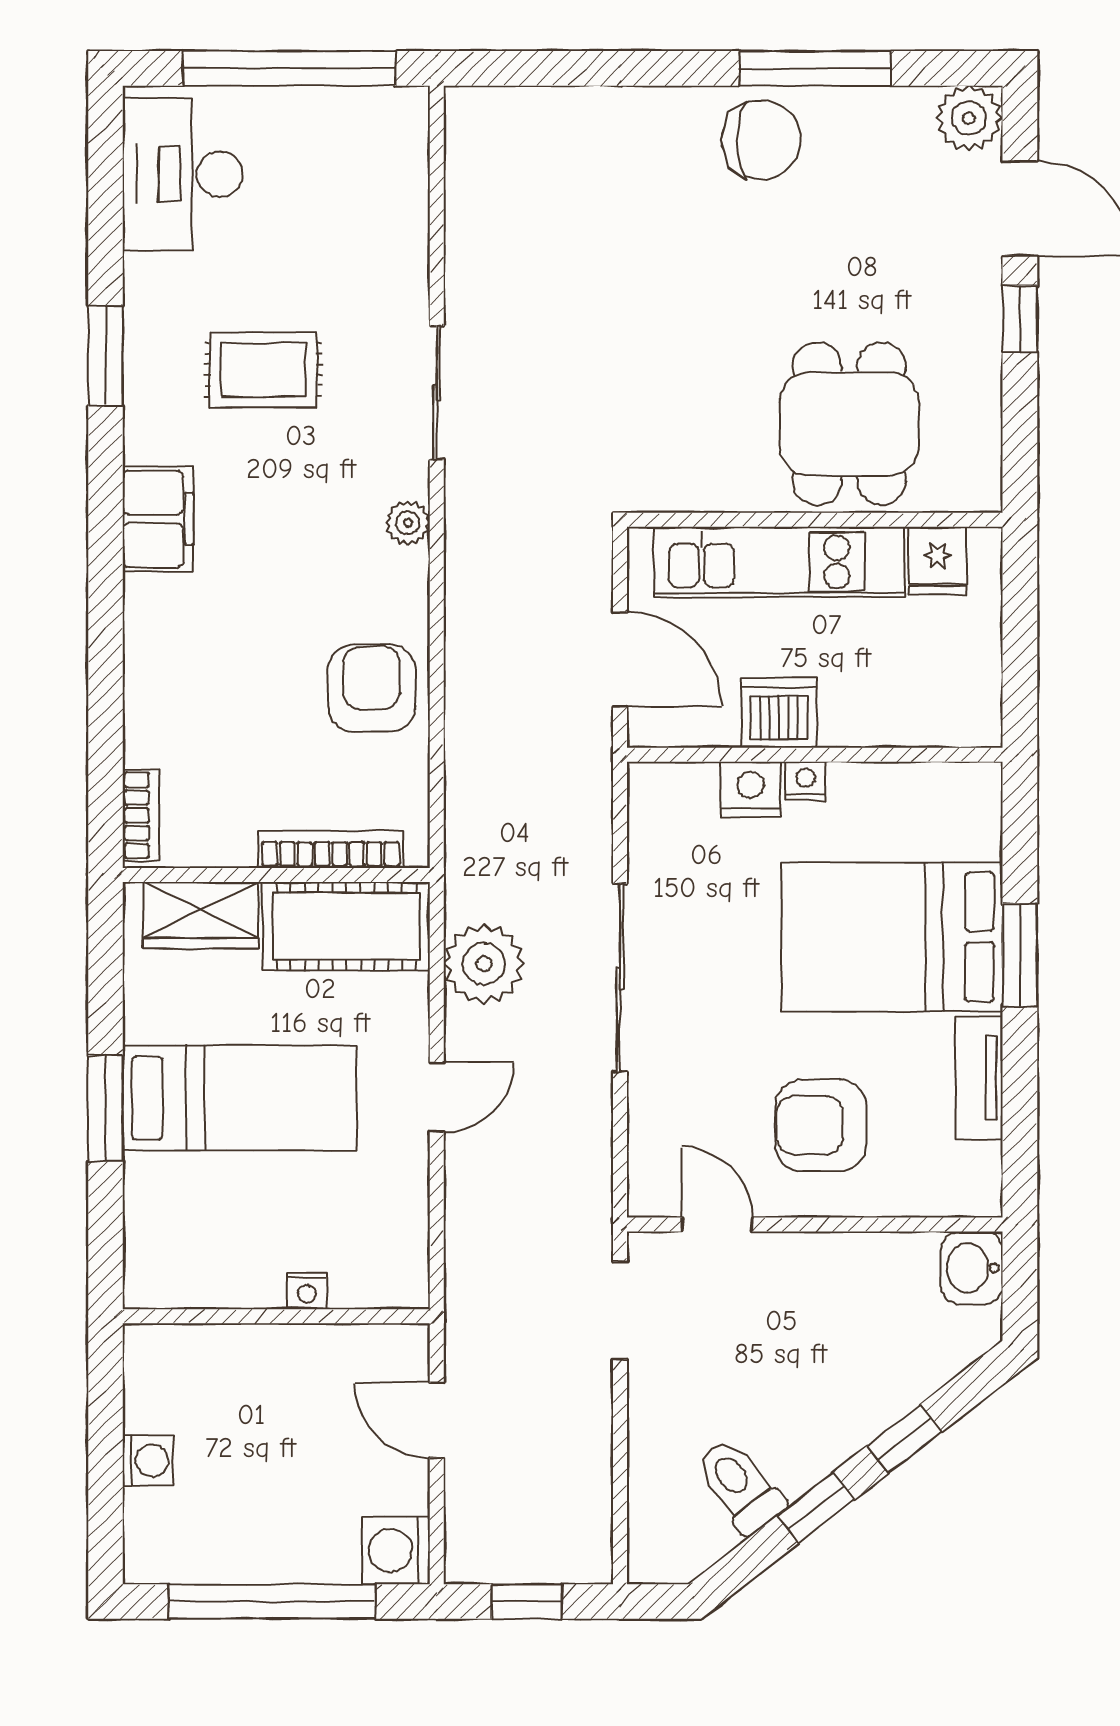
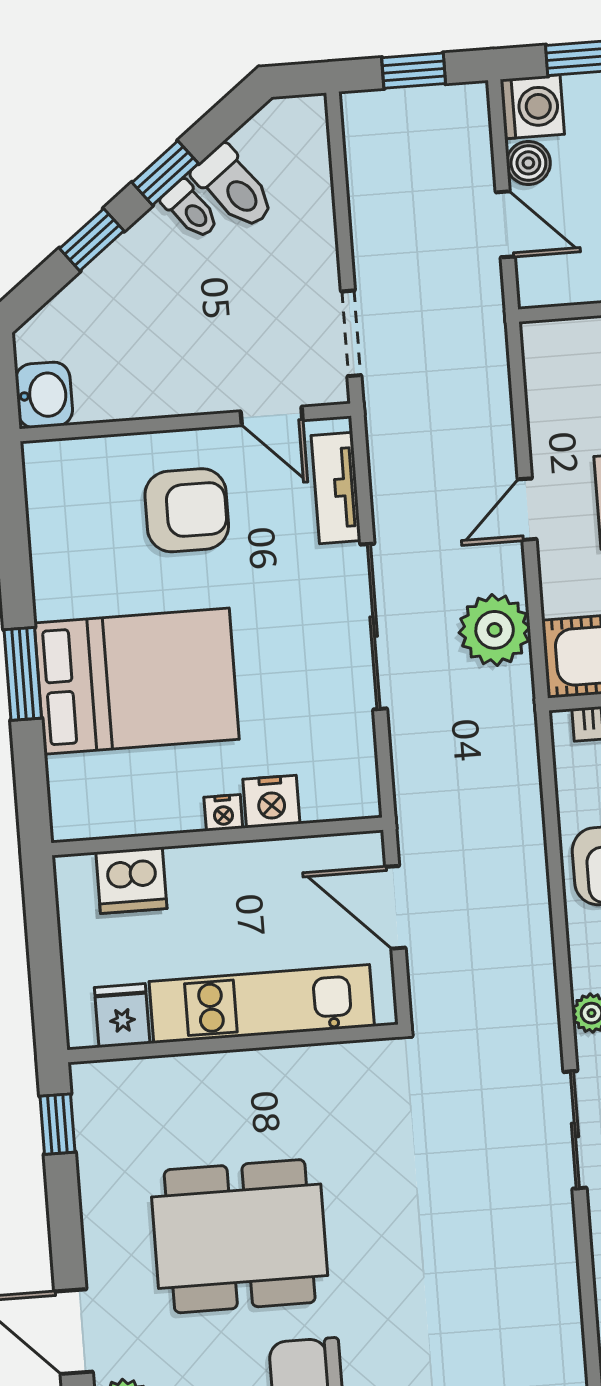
window: (1020, 319) -> (57, 1124), moved
dining table: (849, 424) -> (240, 1236), moved, width x1.38
dishwasher: (779, 713) -> (131, 880), moved
tv unit: (979, 1078) -> (336, 488), moved, turned 180
toilet: (790, 1464) -> (191, 210), added
boiler: (405, 1487) -> (528, 163), added

